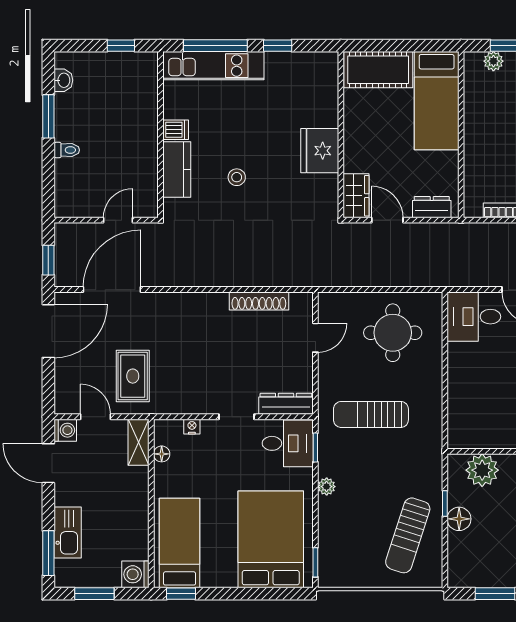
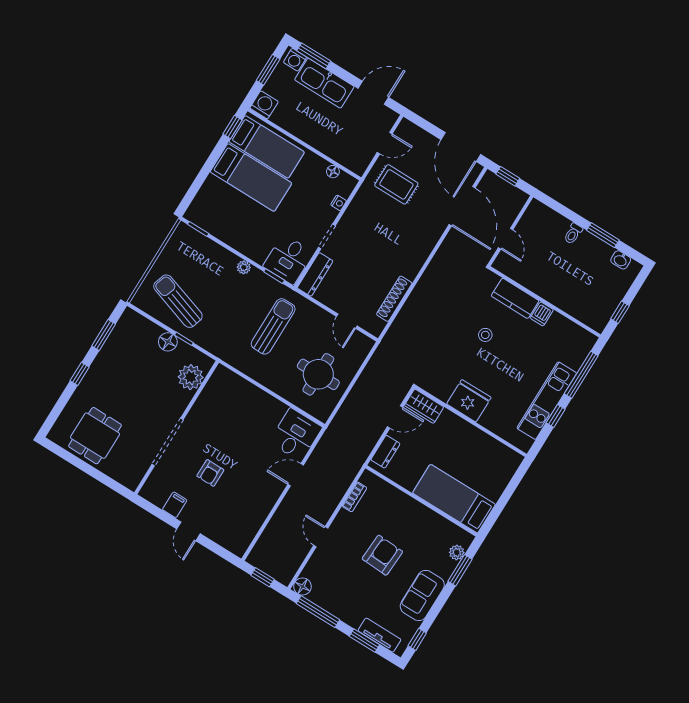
kitchen unit: (213, 66) -> (547, 401), moved
cot: (378, 70) -> (498, 473), removed
washing machine: (65, 430) -> (295, 60), moved
shelving: (138, 442) -> (350, 161), removed
kitchen sink: (68, 532) -> (324, 83), width x1.36, depth x1.24
bed: (271, 539) -> (251, 177), moved, width x0.67

